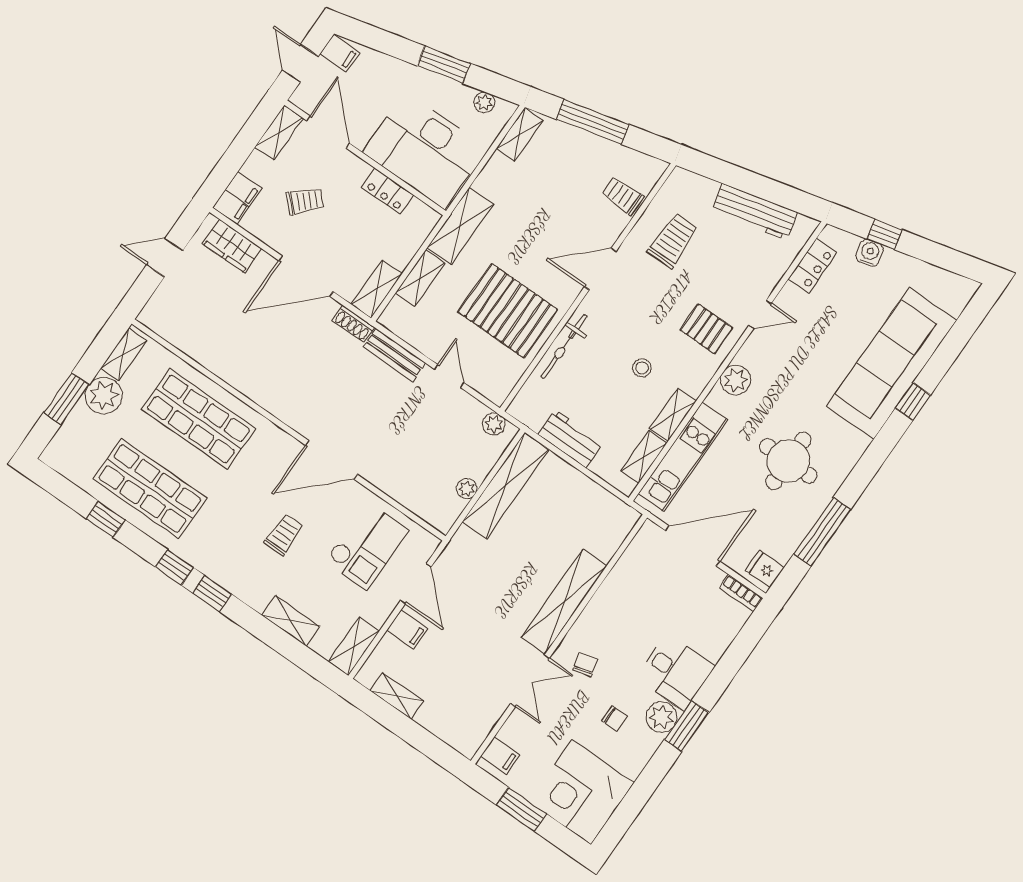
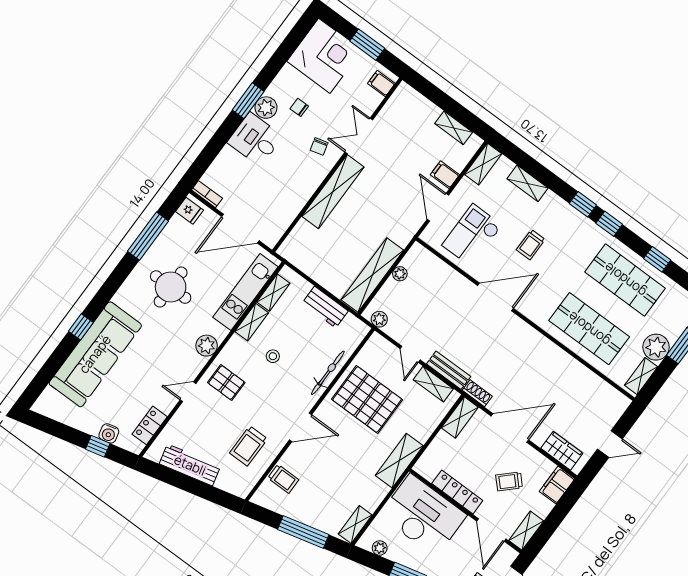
locker: (387, 191) -> (457, 492), width x1.53
shelving: (420, 278) -> (433, 384), moved, turned 90

